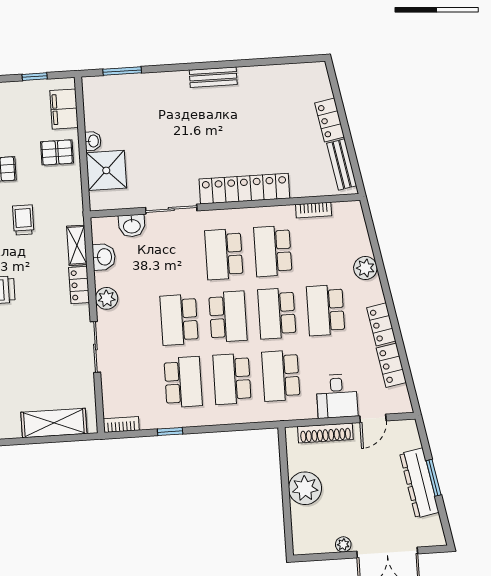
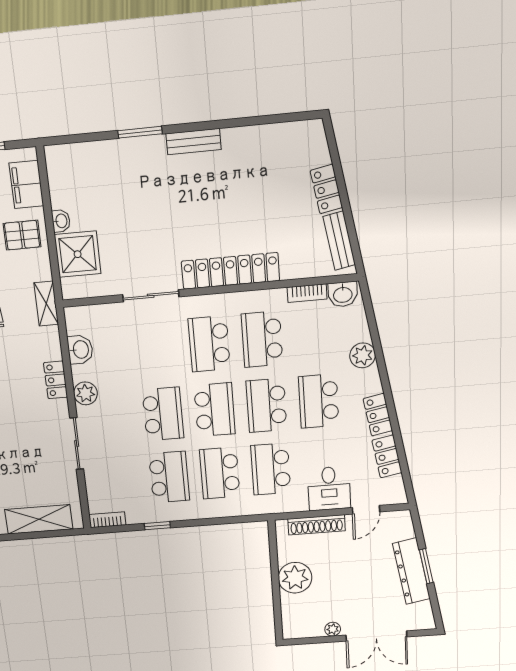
window: (122, 71) -> (140, 132), moved
washbasin: (132, 226) -> (343, 294), moved
shelving: (77, 245) -> (46, 304), moved
school desk: (179, 320) -> (163, 414), turned 180

